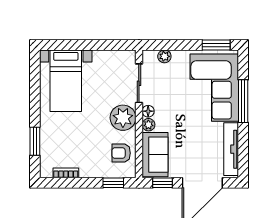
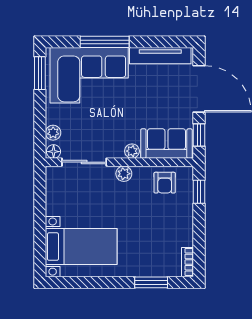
floor lamp: (148, 111) -> (54, 152), moved
plant: (123, 118) -> (124, 174), width x0.53, depth x0.53
bookcase: (66, 173) -> (188, 262), moved

